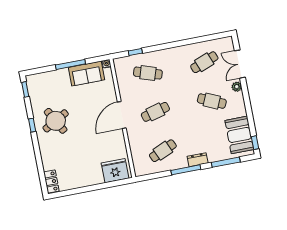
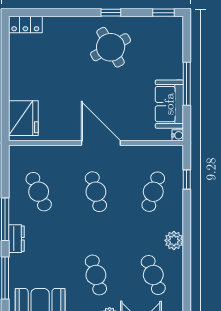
plant: (178, 53) -> (174, 240), added
cafe table: (212, 101) -> (96, 275), turned -39

